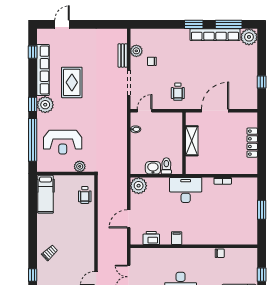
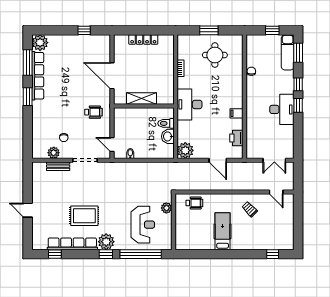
door: (62, 24) -> (28, 210), moved
hospital bed: (46, 194) -> (223, 231), moved, turned -90
round table: (236, 216) -> (215, 55), added
trolley: (50, 253) -> (250, 209), moved

